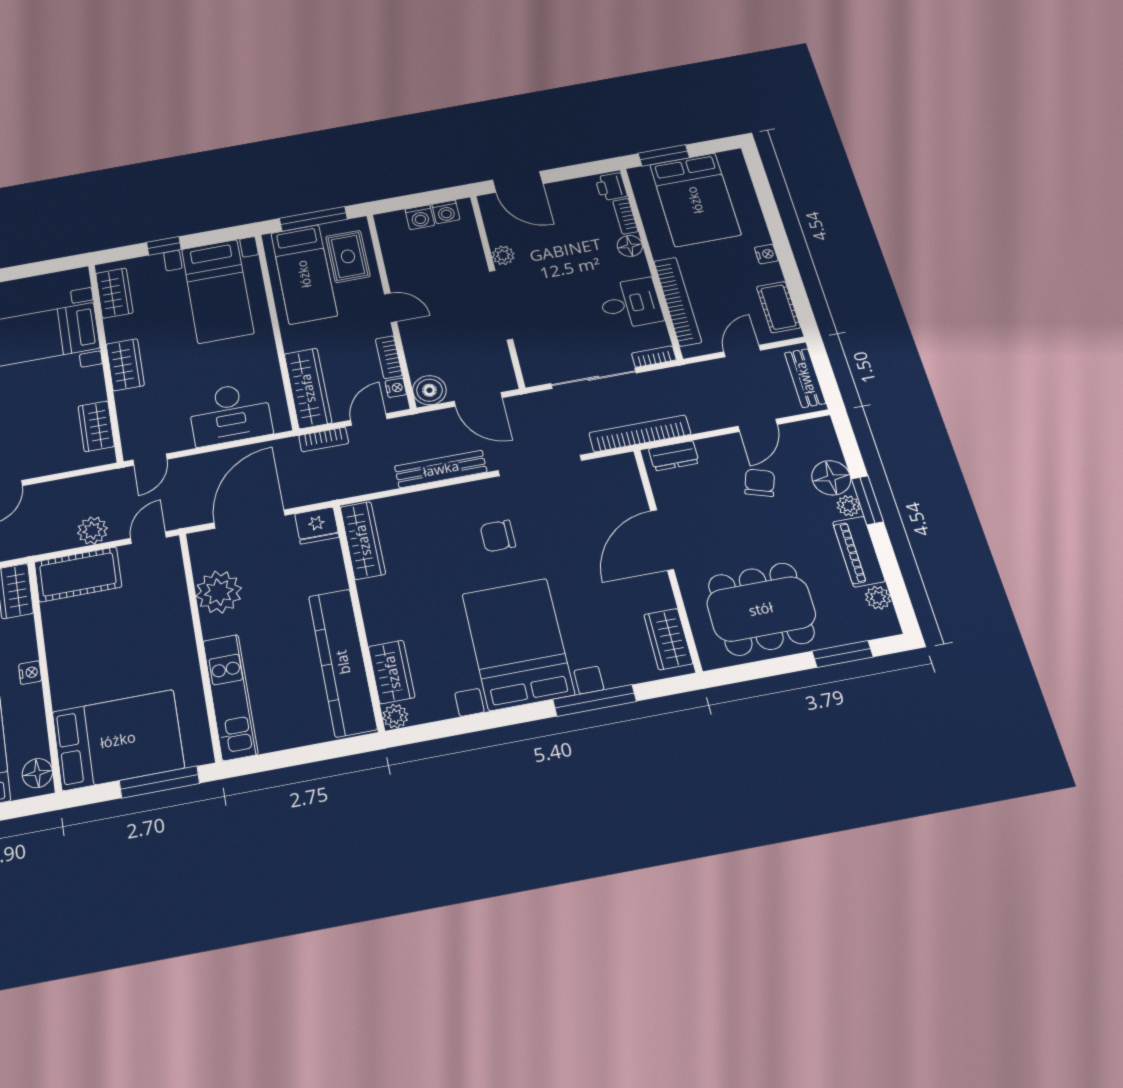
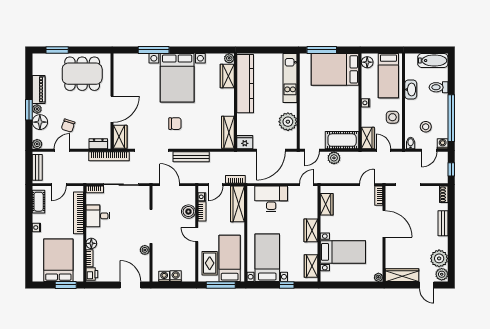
boiler: (429, 390) -> (188, 212), moved
plant: (878, 598) -> (37, 144), moved
wardrobe: (668, 639) -> (120, 137), moved

